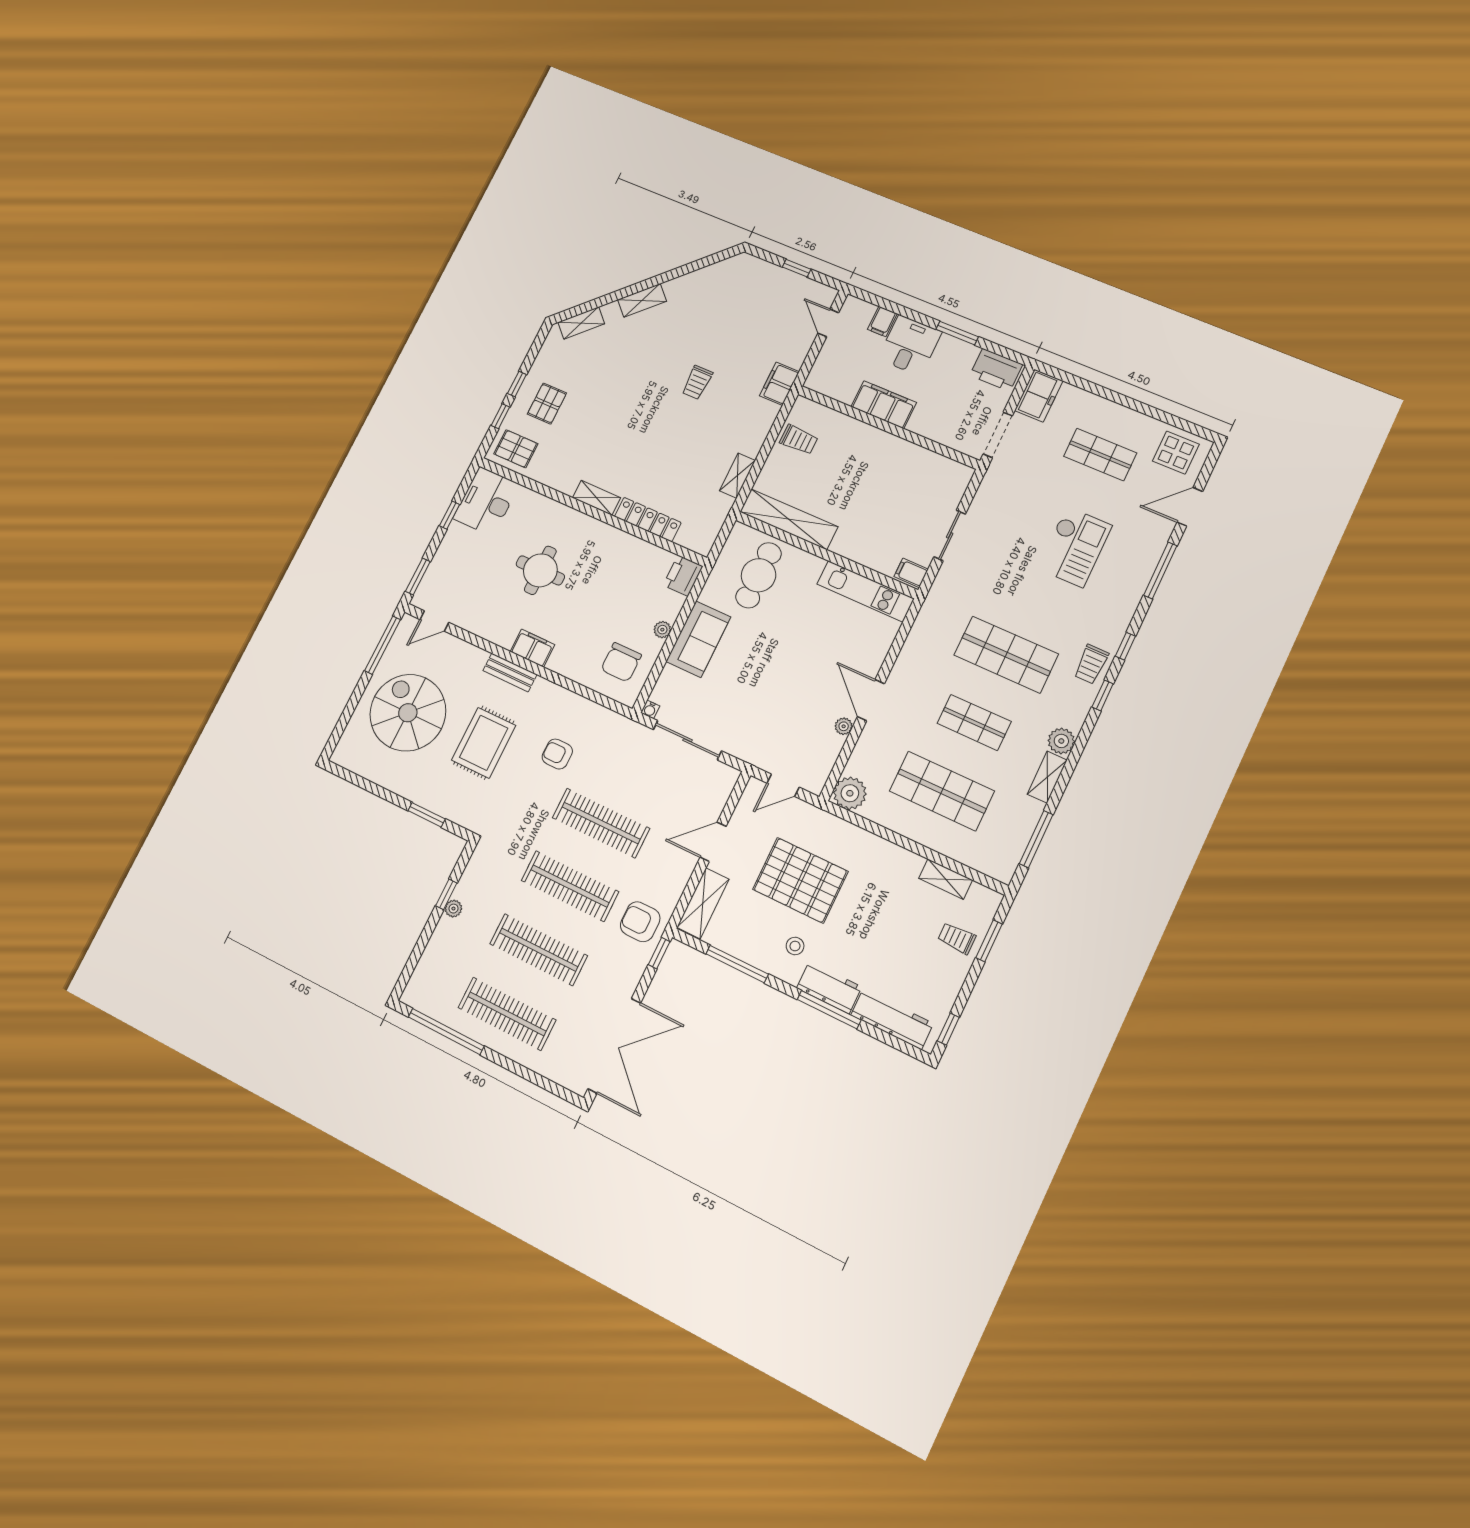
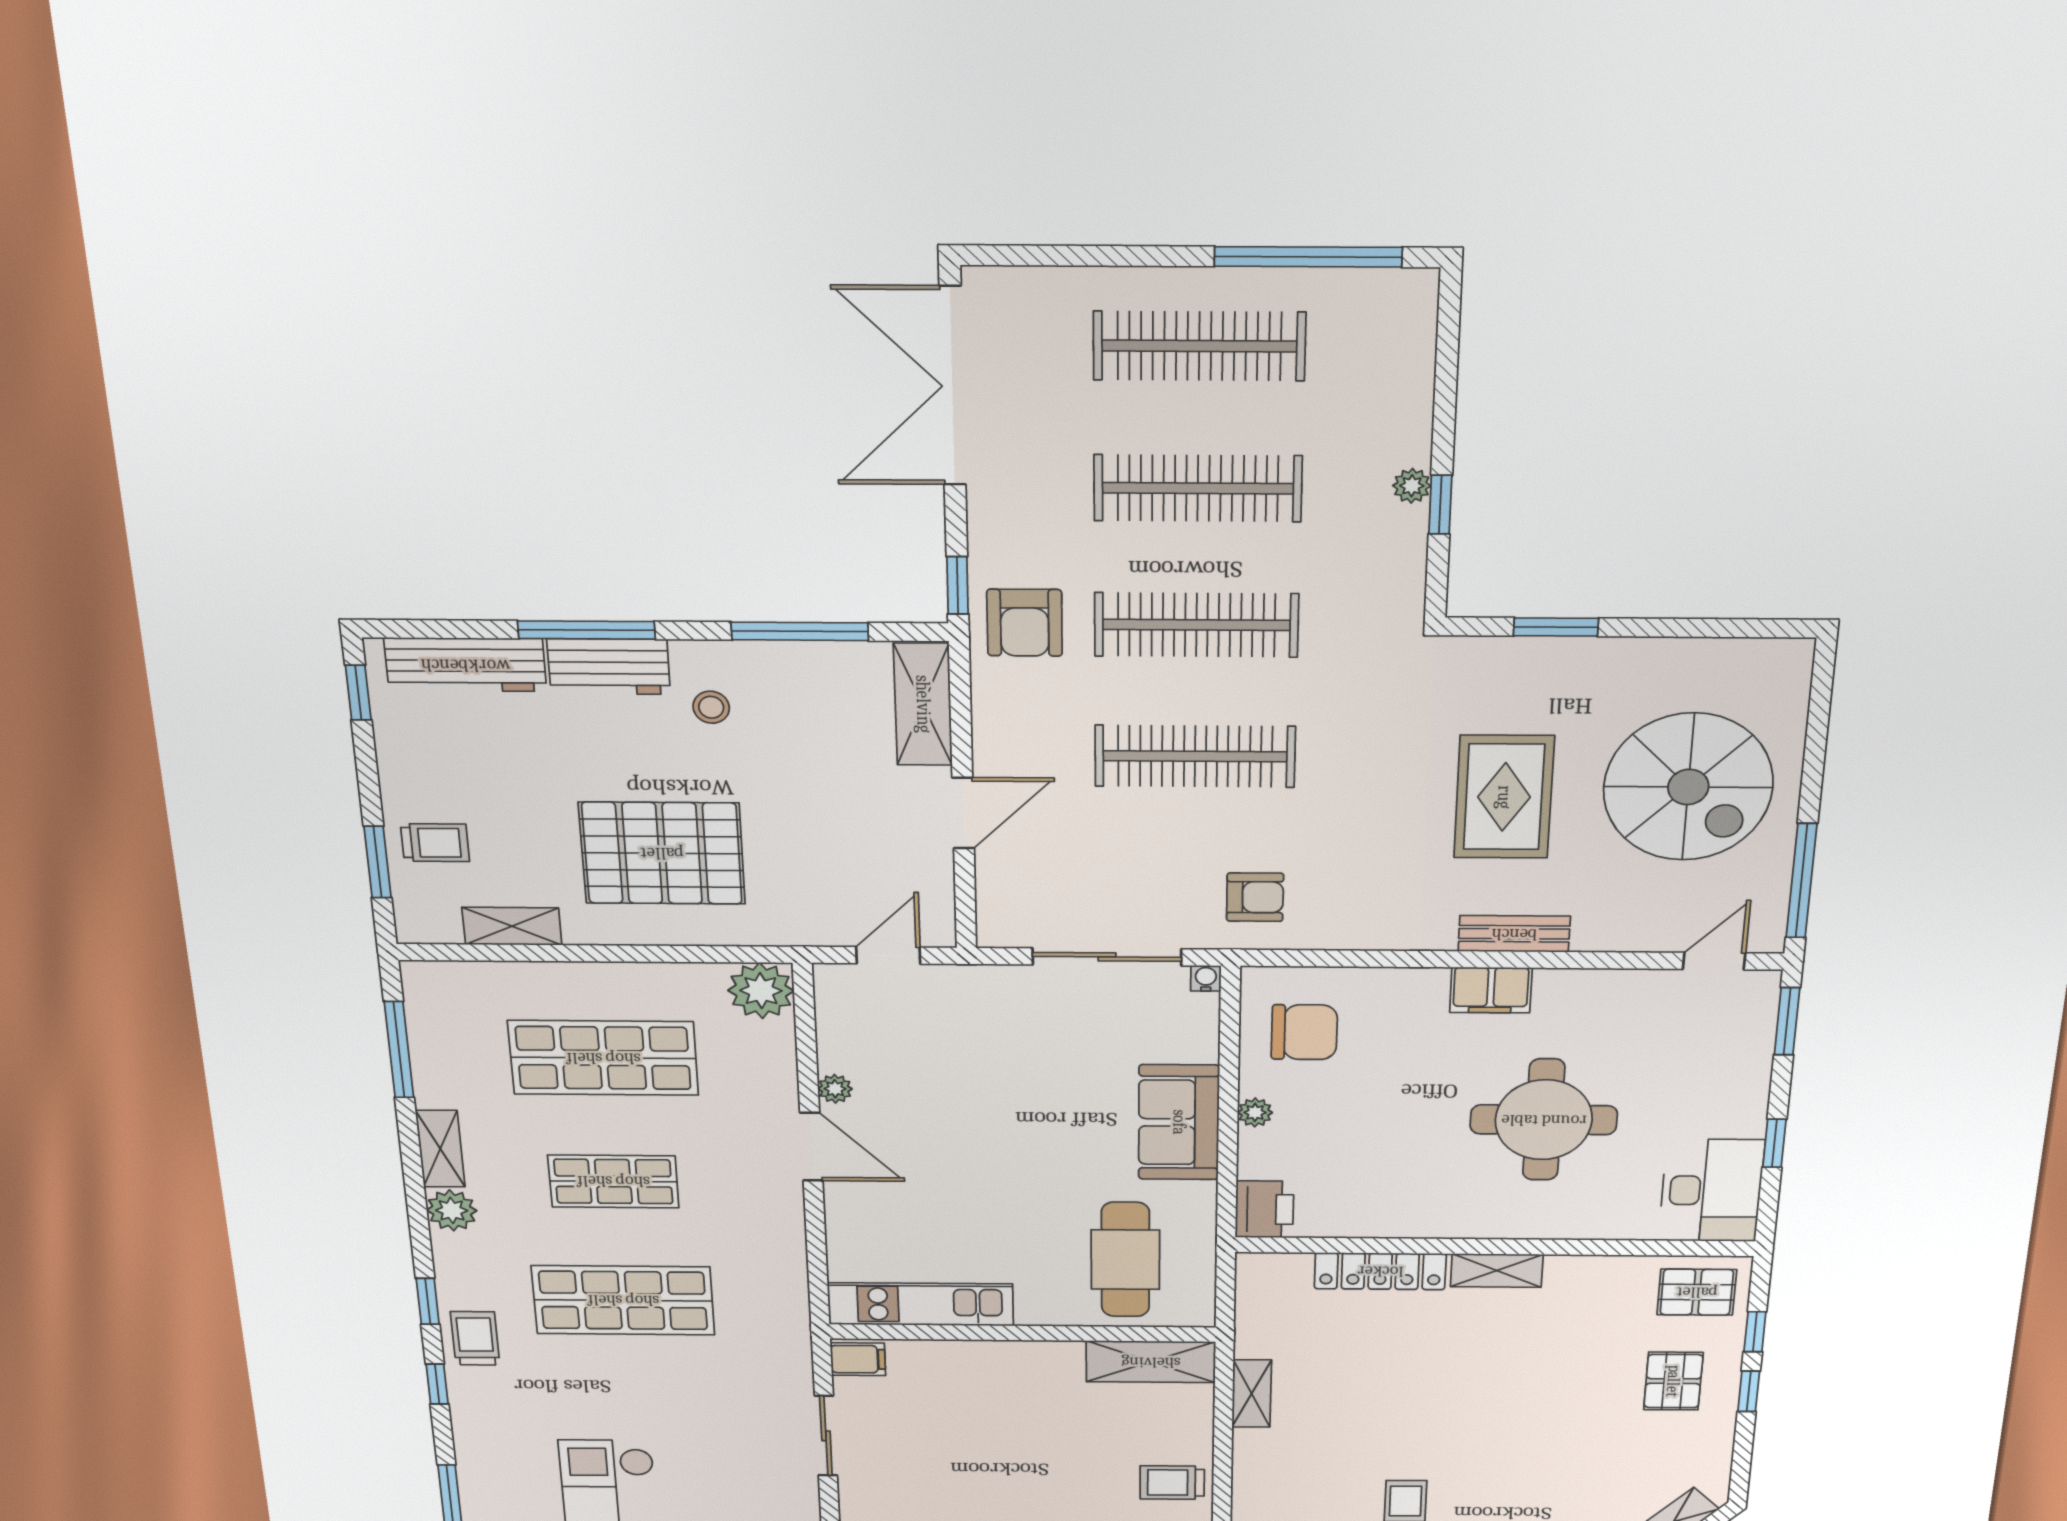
shelving: (789, 519) -> (1151, 1362), width x0.68
round table: (540, 570) -> (1544, 1120), width x1.36, depth x1.36
chair: (621, 662) -> (1304, 1032), turned 90
armchair: (557, 754) -> (1255, 897), moved
pallet: (800, 880) -> (662, 853), moved
armchair: (640, 922) -> (1025, 623), turned 90

